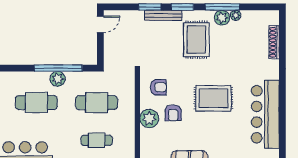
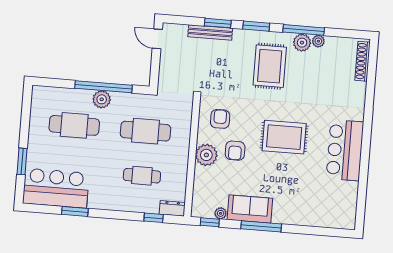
bench: (163, 15) -> (210, 32), moved
door: (100, 24) -> (157, 39), swing flipped
shoe rack: (274, 42) -> (363, 61), moved
armchair: (158, 87) -> (220, 119), turned -90
bar counter: (265, 114) -> (345, 150), width x0.73

